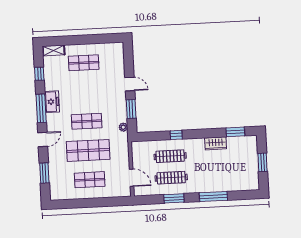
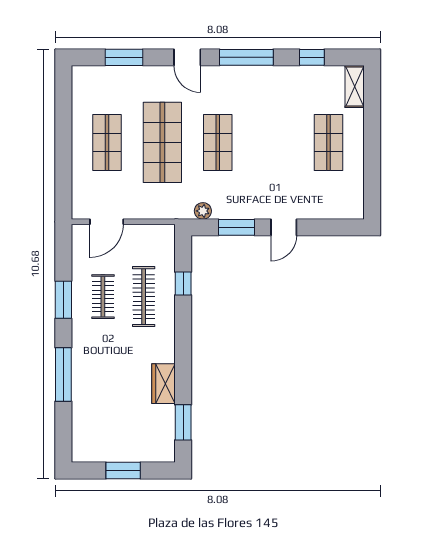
freezer: (52, 102) -> (258, 79), removed
window: (176, 135) -> (183, 284), moved
clothes rail: (171, 178) -> (103, 297), width x0.73

